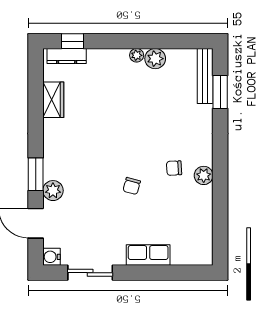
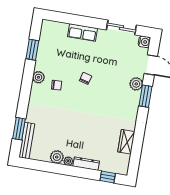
dresser: (67, 56) -> (86, 164), moved
window: (220, 216) -> (32, 50), added

